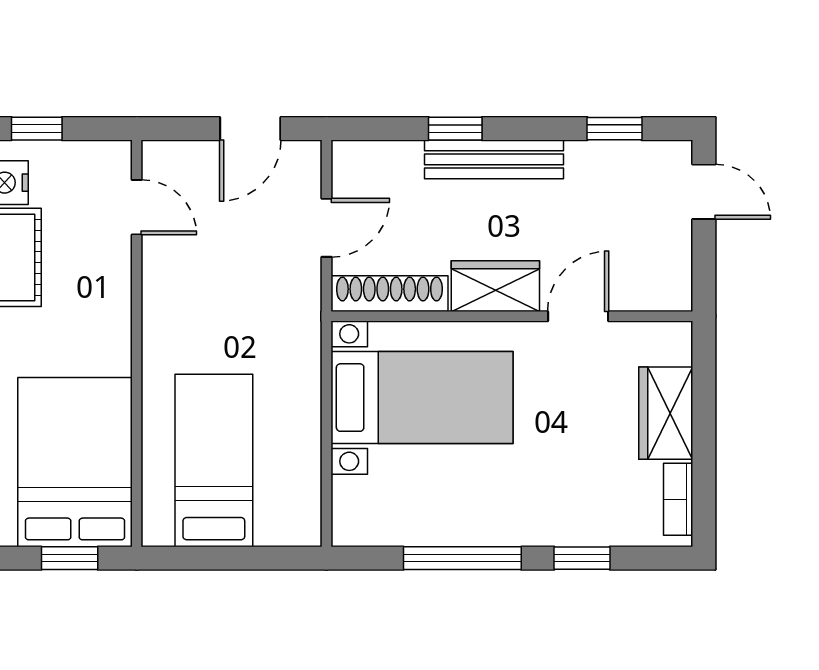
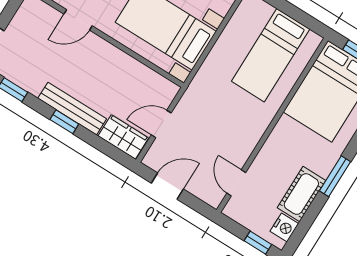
window: (455, 129) -> (64, 122), moved
wardrobe: (495, 286) -> (123, 137), moved, turned 180
shoe rack: (389, 294) -> (152, 79), removed

